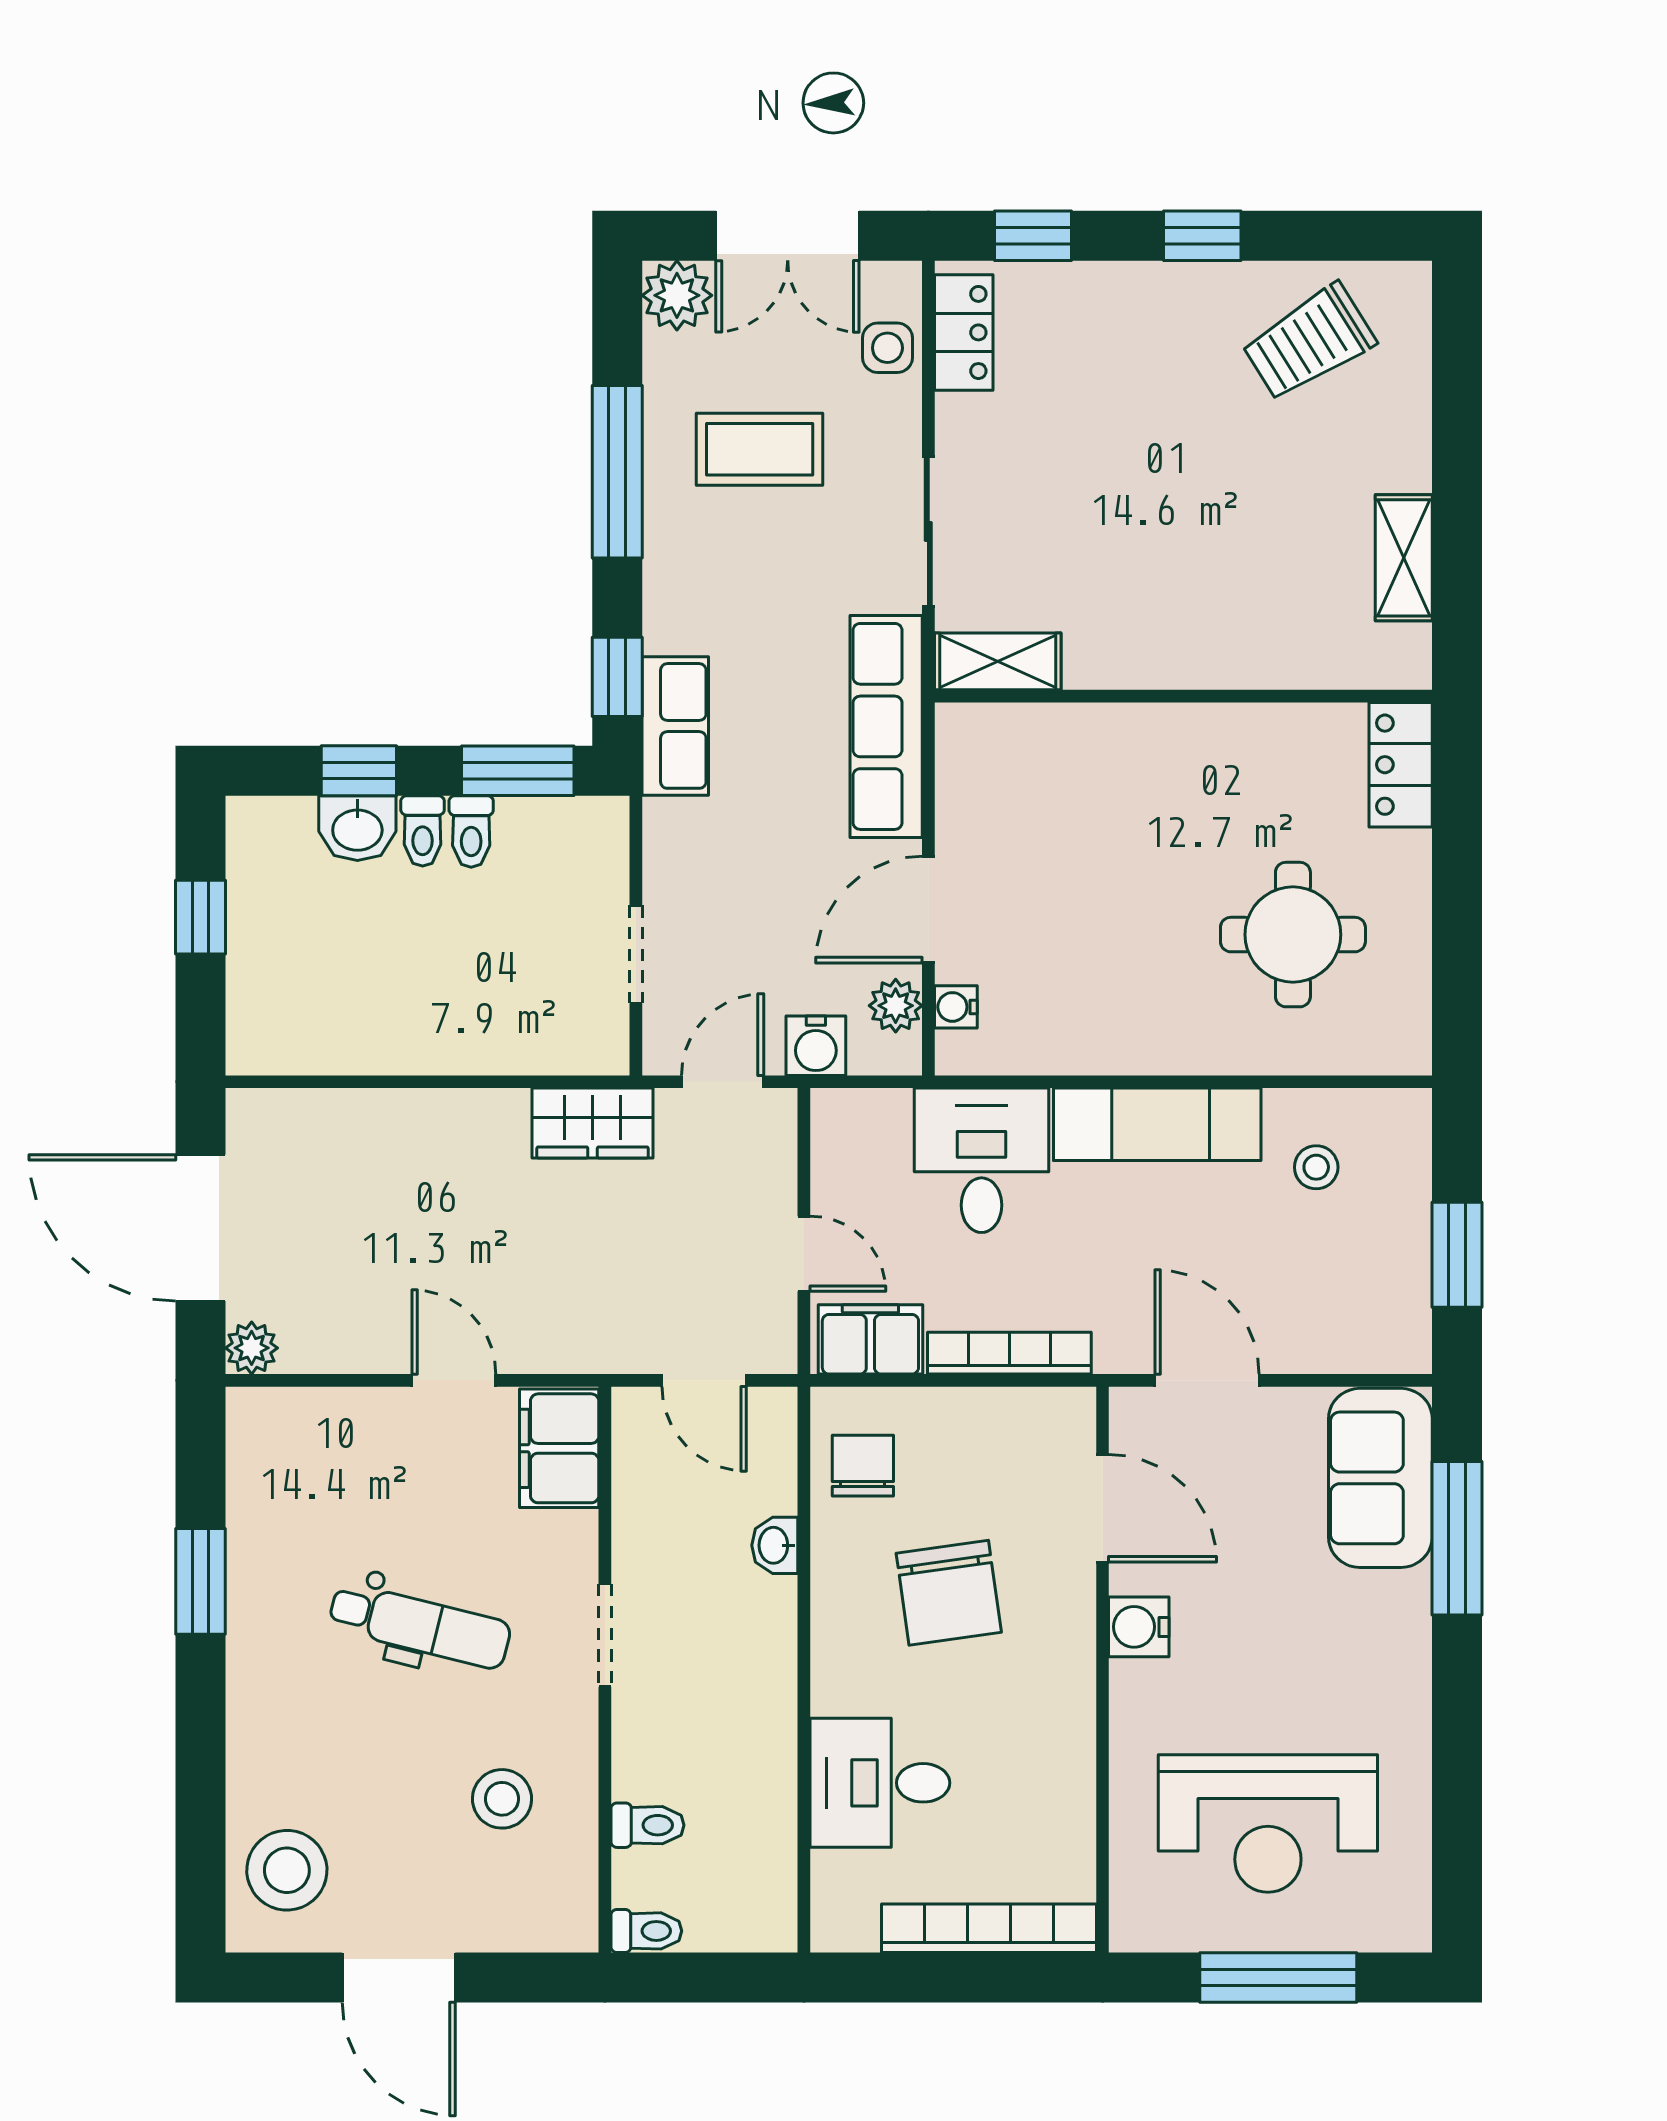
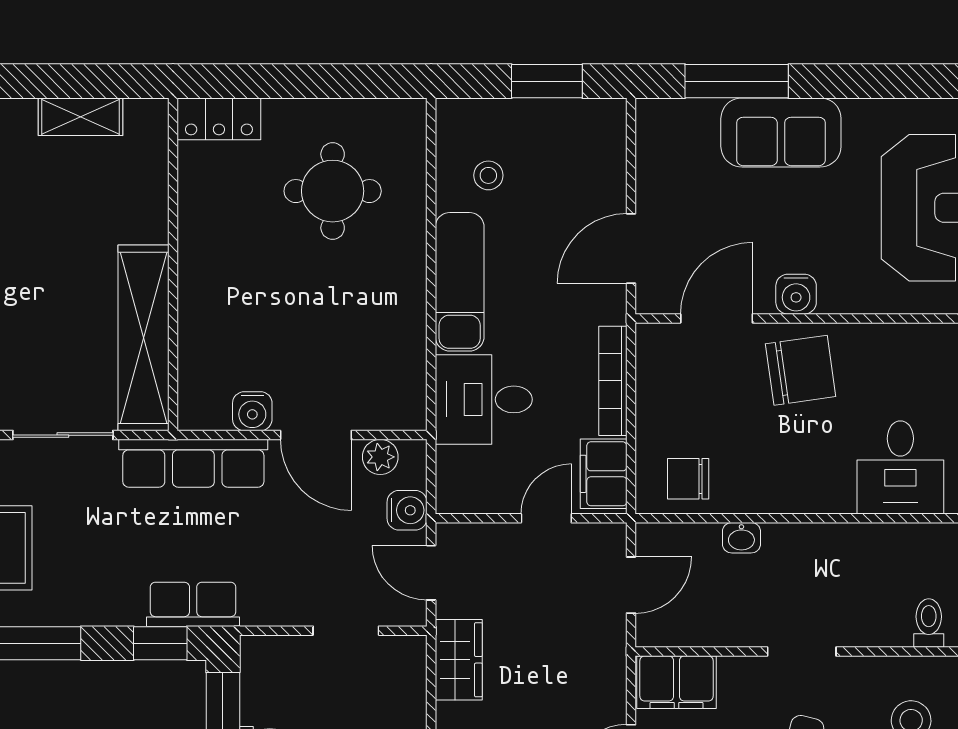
shelving: (998, 661) -> (143, 338), width x2.20, depth x1.33
water cooler: (956, 1007) -> (252, 411), moved, width x1.38, depth x1.38
sofa: (1380, 1478) -> (781, 132), moved
chair: (949, 1593) -> (801, 370), moved

